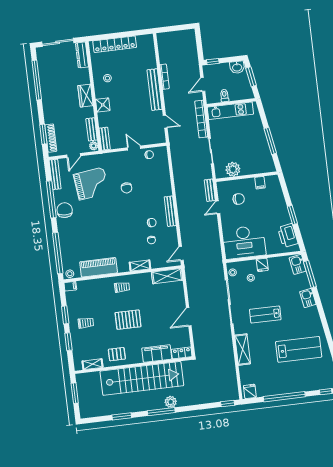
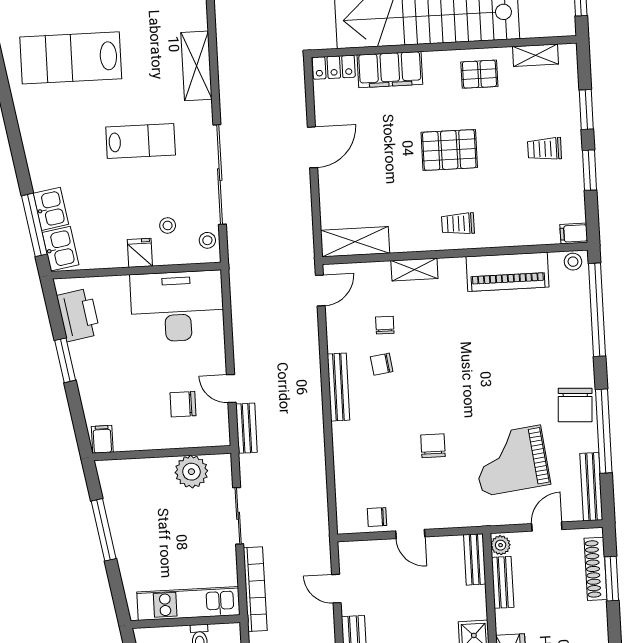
filing cabinet: (260, 183) -> (102, 439), moved
door: (218, 207) -> (231, 389), swing flipped
kitchen sink: (308, 298) -> (51, 209), moved

